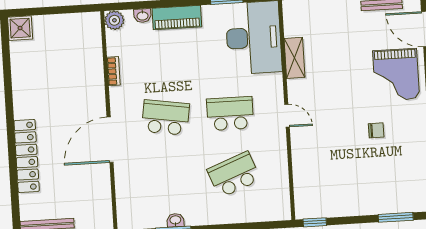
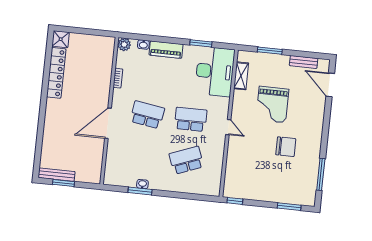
shelving: (294, 58) -> (241, 76), moved
grand piano: (396, 75) -> (272, 104), moved
chair: (376, 130) -> (286, 147), width x1.87, depth x1.87
locker: (27, 156) -> (56, 73), moved

